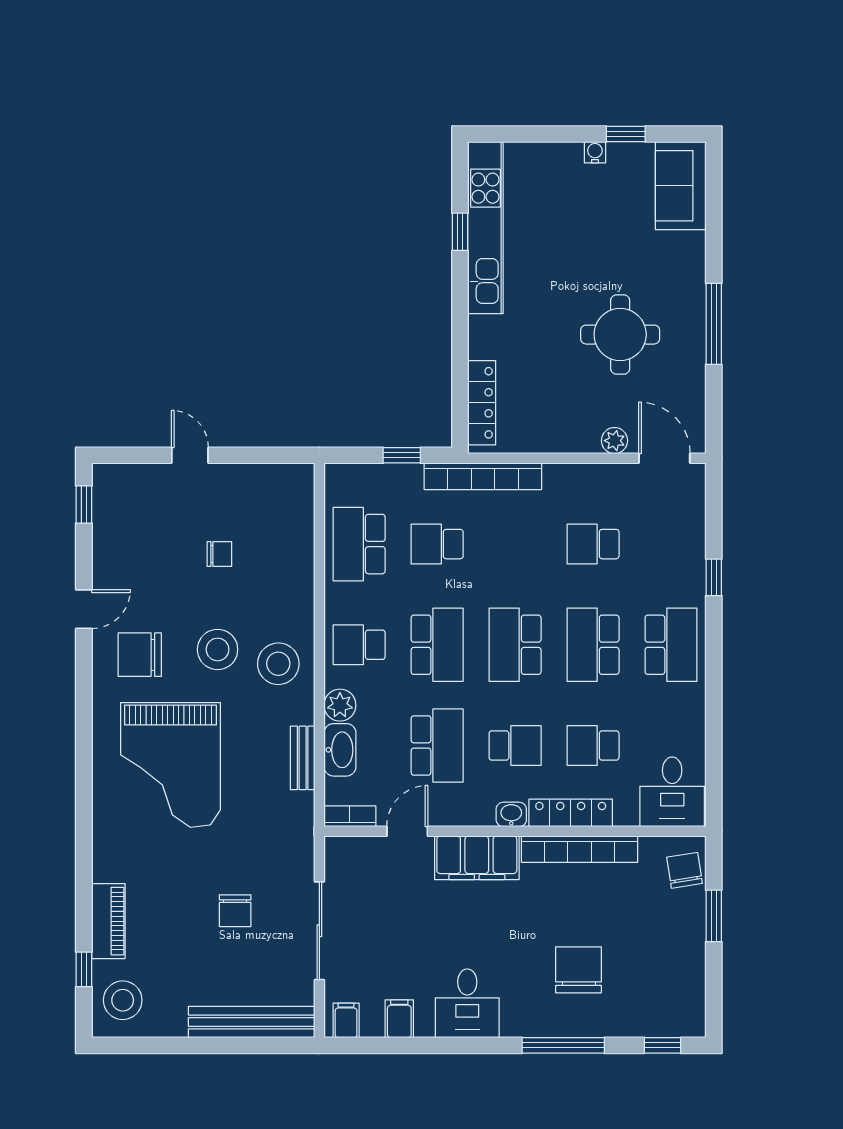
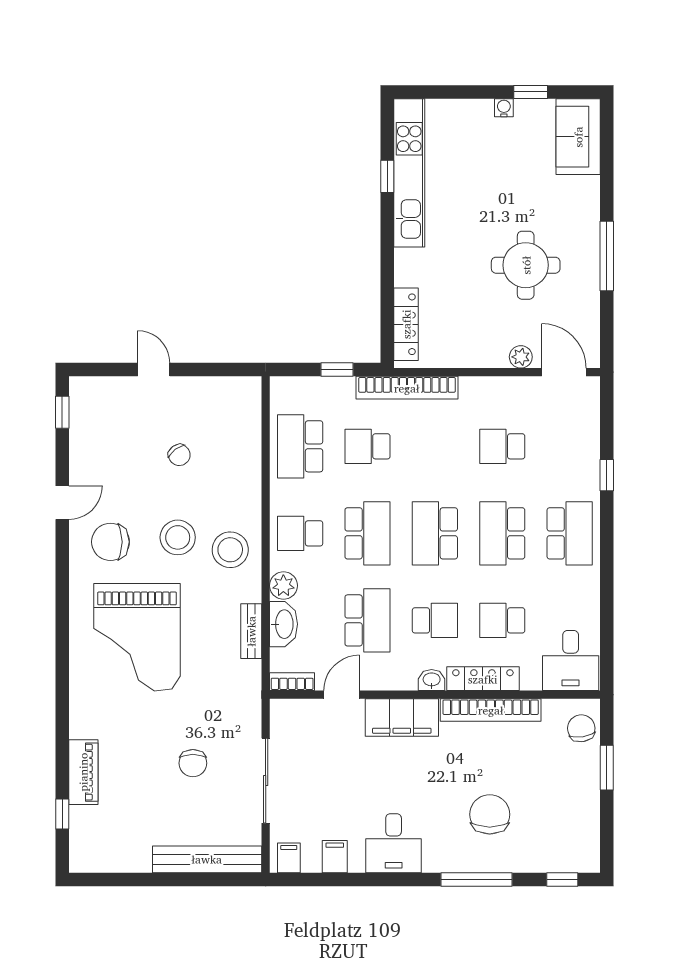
chair: (219, 554) -> (179, 455), turned 53
stool: (123, 1000) -> (96, 841), removed

